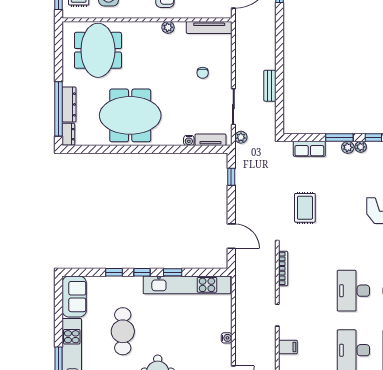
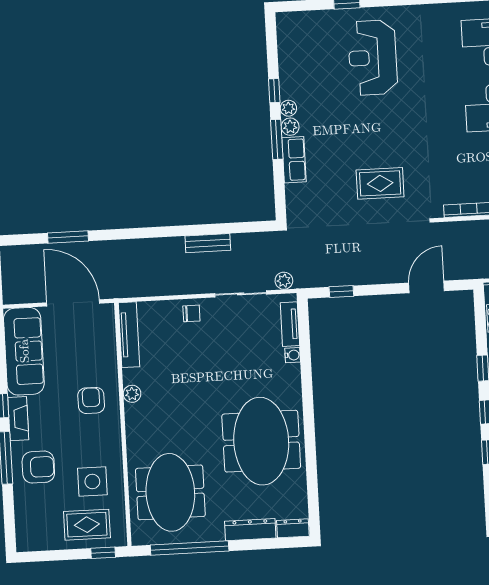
meeting table: (98, 50) -> (170, 492), turned 90
chair: (203, 73) -> (191, 313), moved
window: (59, 109) -> (190, 548), moved
row of seats: (309, 149) -> (294, 160), moved

